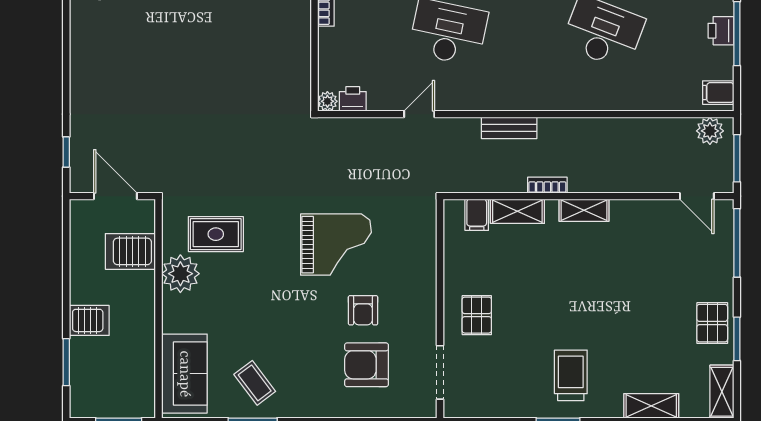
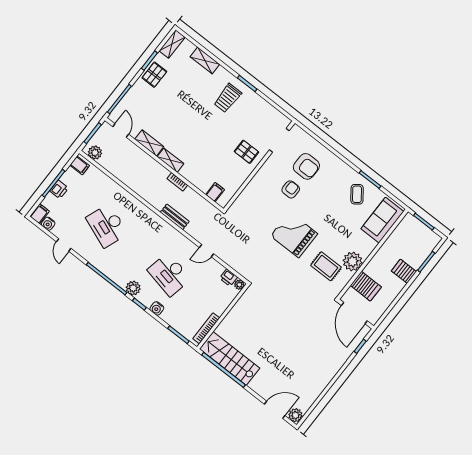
door: (115, 196) -> (354, 313), width x1.36
shelving: (517, 211) -> (149, 143), moved
grand piano: (336, 245) -> (294, 235), moved
pallet: (477, 315) -> (246, 152), turned 90

